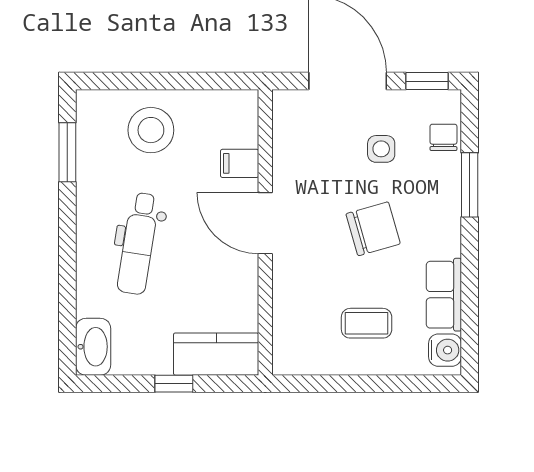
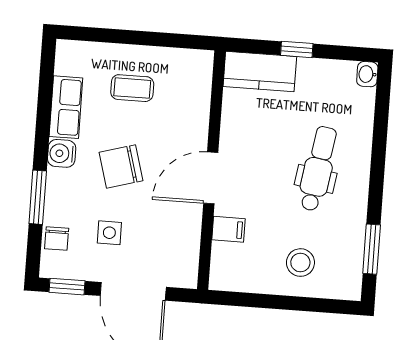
stool: (151, 130) -> (300, 263), width x0.73, depth x0.73
door: (265, 223) -> (211, 178), swing flipped
washbasin: (93, 347) -> (367, 74), width x0.52, depth x0.69
water cooler: (445, 350) -> (62, 153), moved

